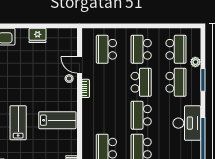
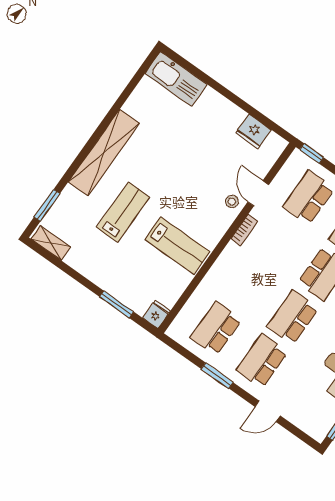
window: (92, 26) -> (312, 154), added
fridge: (38, 35) -> (253, 131), moved

